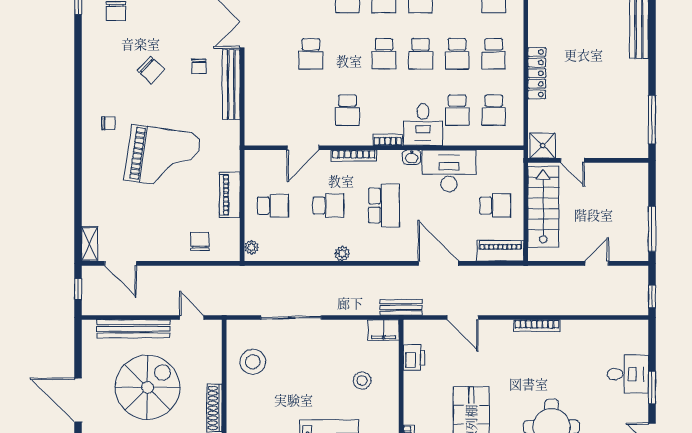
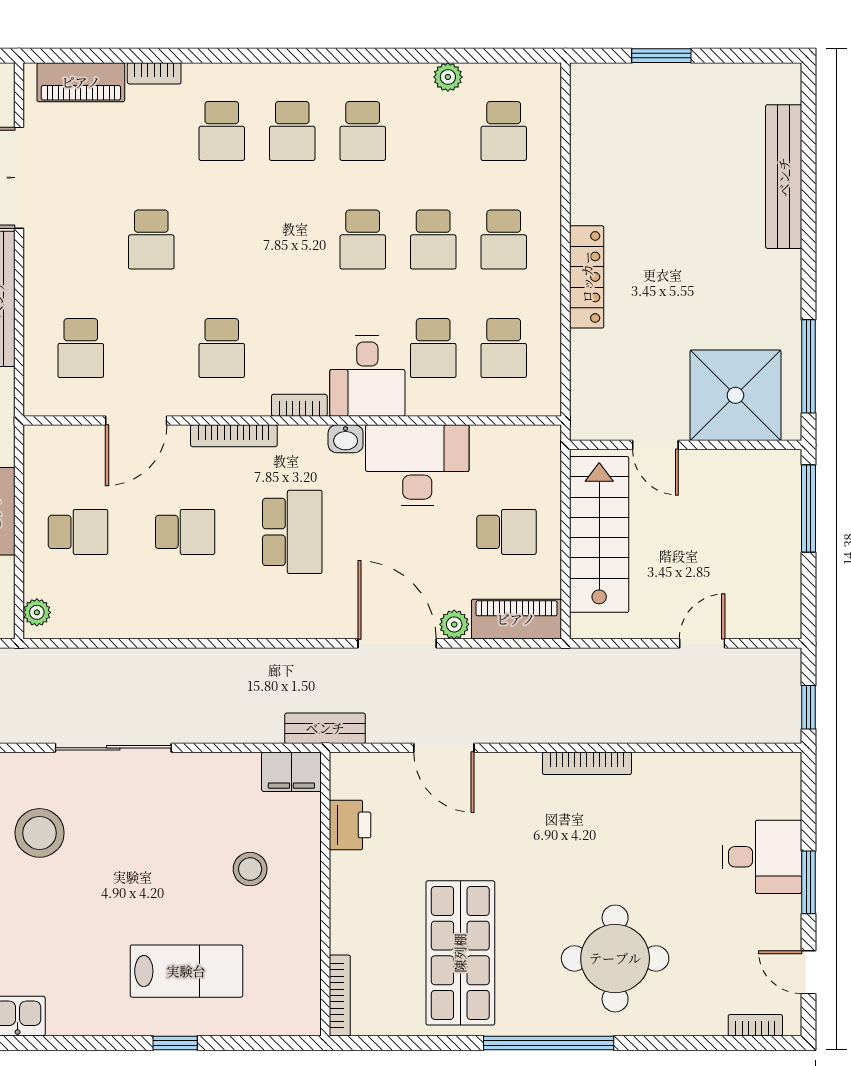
school desk: (384, 54) -> (81, 348), moved
shower: (543, 146) -> (735, 395), moved, width x1.86, depth x1.86
window: (652, 229) -> (809, 509), moved
plant: (342, 254) -> (454, 624), moved

